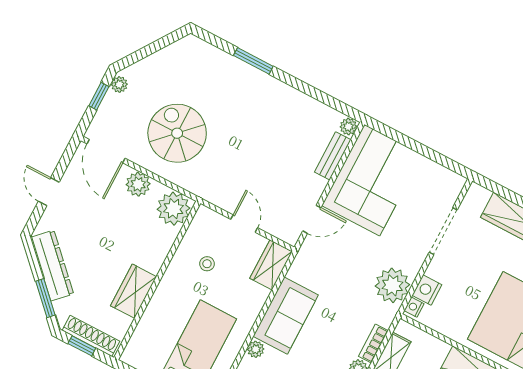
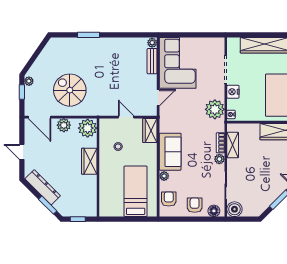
nightstand: (427, 290) -> (233, 92), moved
wardrobe: (134, 291) -> (89, 161), moved
shoe rack: (91, 336) -> (80, 212), removed

